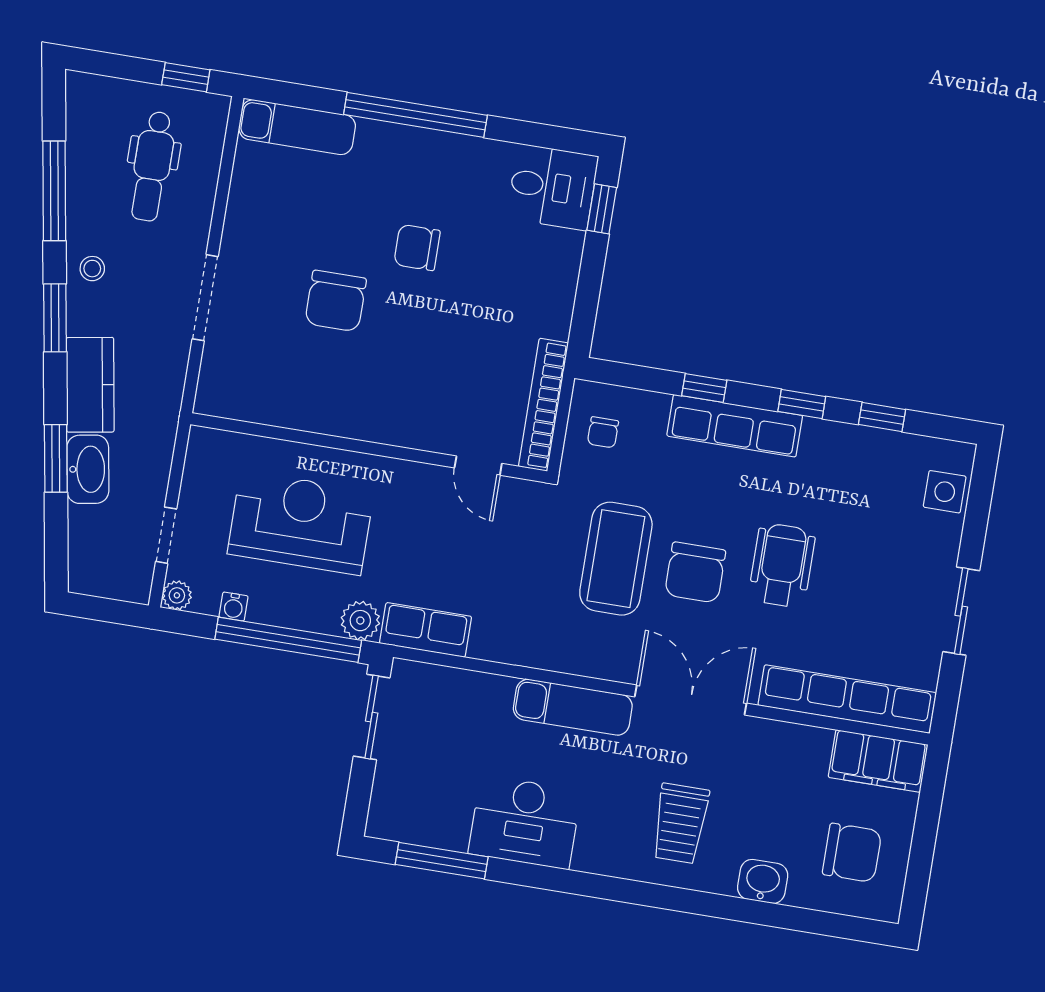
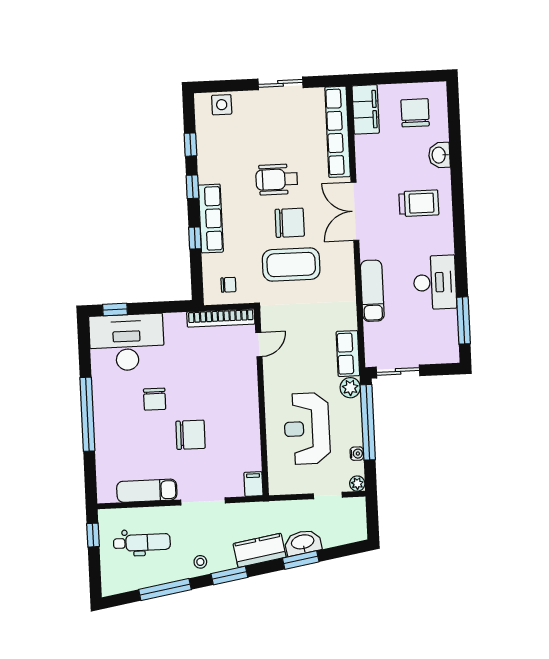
exam couch: (297, 127) -> (147, 491), moved, turned -90
desk: (552, 187) -> (127, 342), width x1.87, depth x1.30
filing cabinet: (218, 400) -> (253, 484), added
exam couch: (573, 707) -> (372, 291), moved

